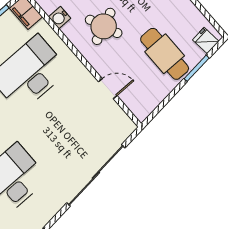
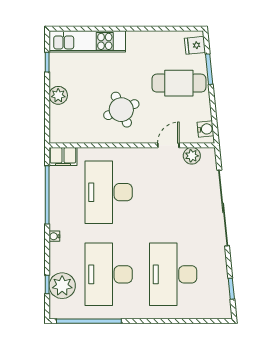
water cooler: (60, 18) -> (206, 129), moved, turned -96
plant: (116, 114) -> (192, 156), added

